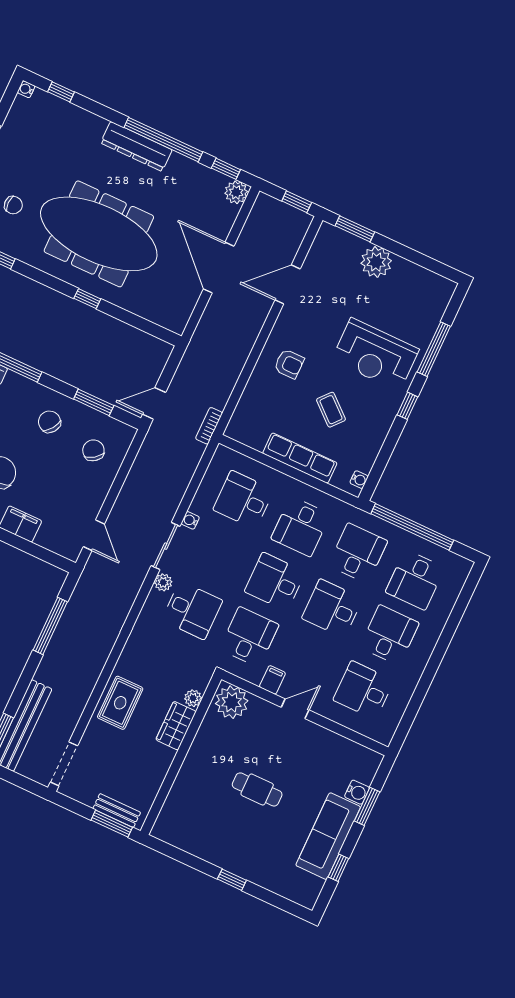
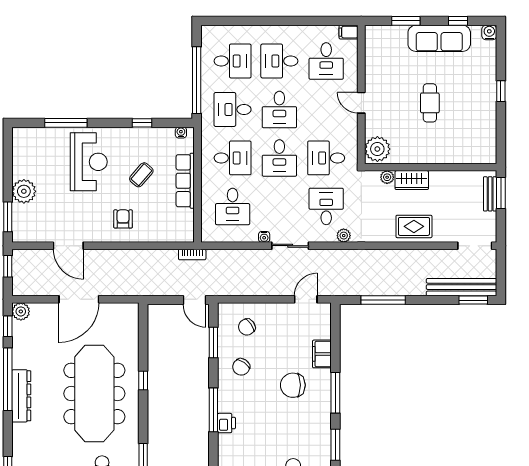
window: (407, 406) -> (142, 123), moved
plant: (163, 582) -> (344, 236), moved
filing cabinet: (272, 680) -> (349, 32), moved
water cooler: (357, 792) -> (489, 32), moved

